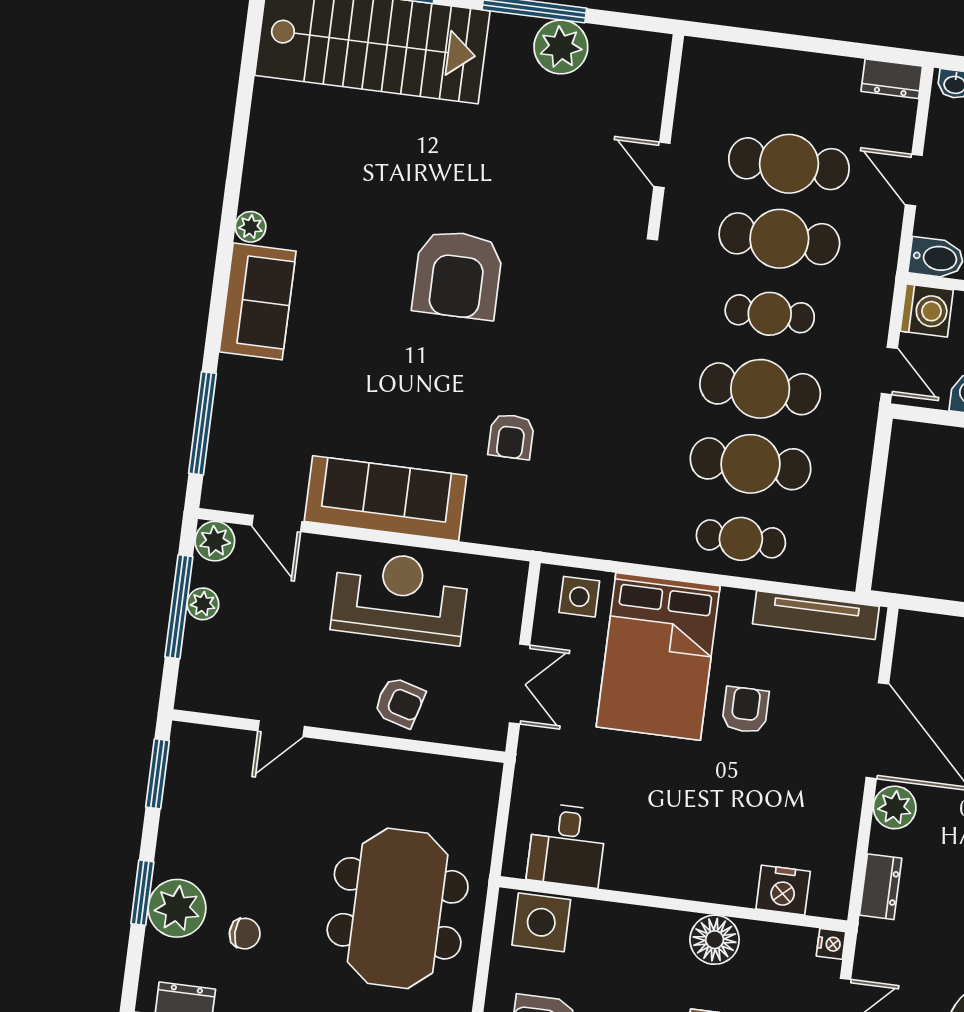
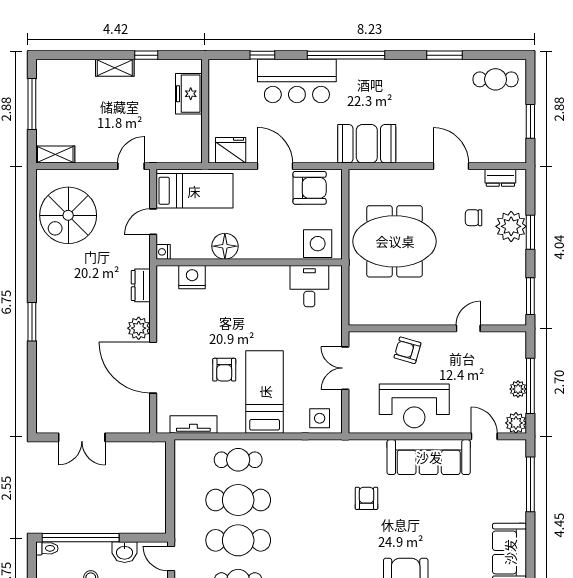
tv unit: (816, 615) -> (193, 425), width x0.71
bed: (658, 656) -> (265, 392), width x0.67
meeting table: (398, 908) -> (395, 241), turned 90

